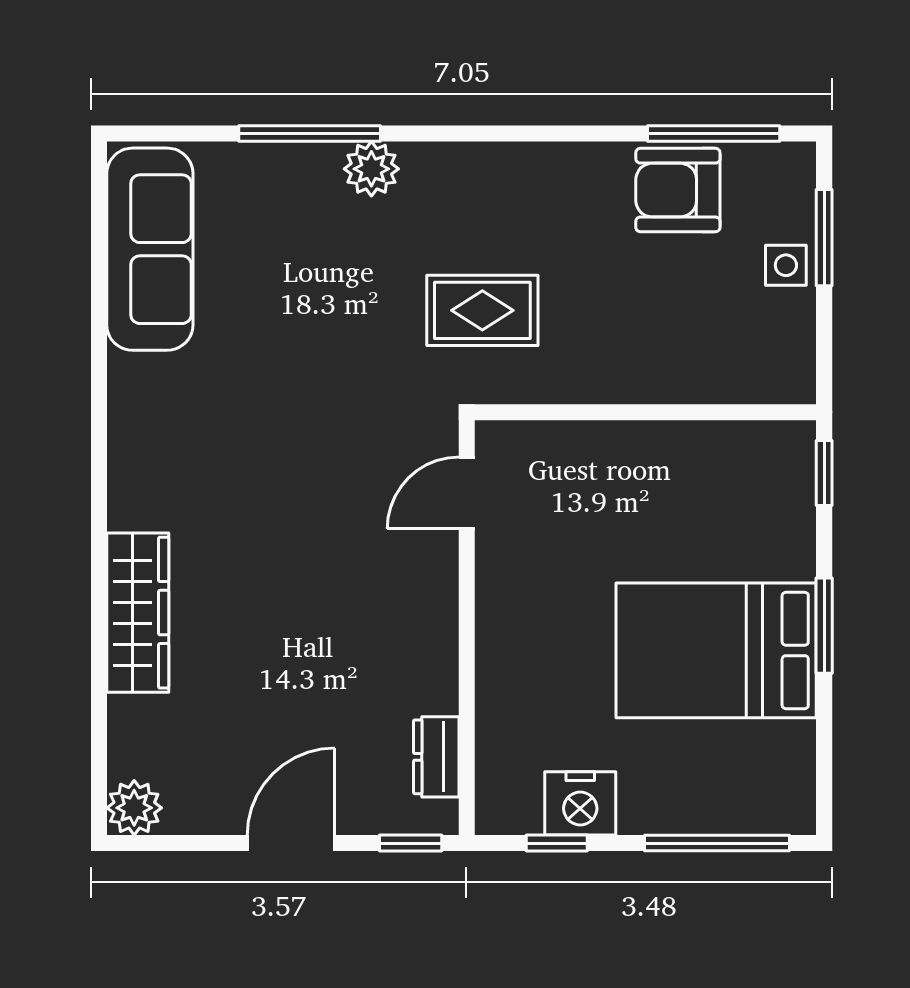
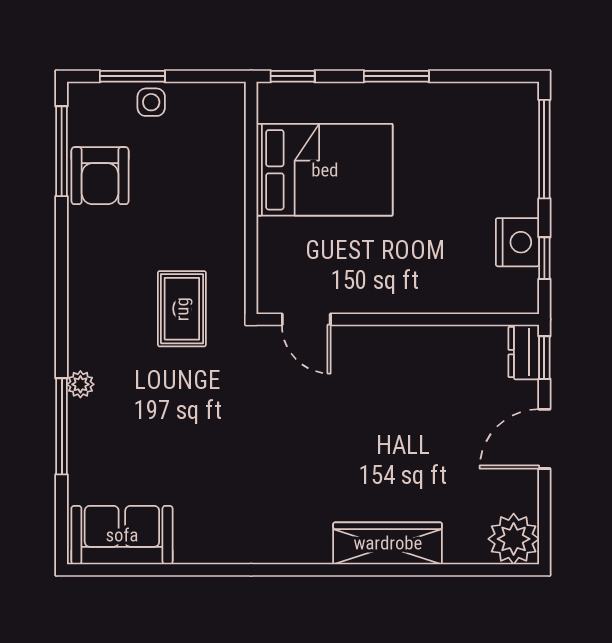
plant: (371, 169) -> (80, 384), width x0.73, depth x0.73
sofa: (150, 249) -> (122, 535), width x0.73
bed: (716, 650) -> (325, 170), moved, turned -90
dresser: (436, 757) -> (524, 352), moved, turned 90
plant: (134, 808) -> (514, 539), width x1.36, depth x1.36
door: (291, 843) -> (544, 439), hinge flipped

